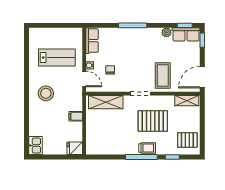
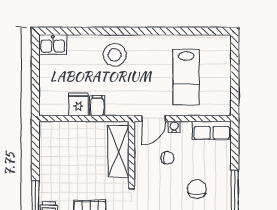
chair: (131, 50) -> (197, 189), added
stool: (46, 93) -> (115, 55), moved
fridge: (75, 148) -> (78, 104), moved

